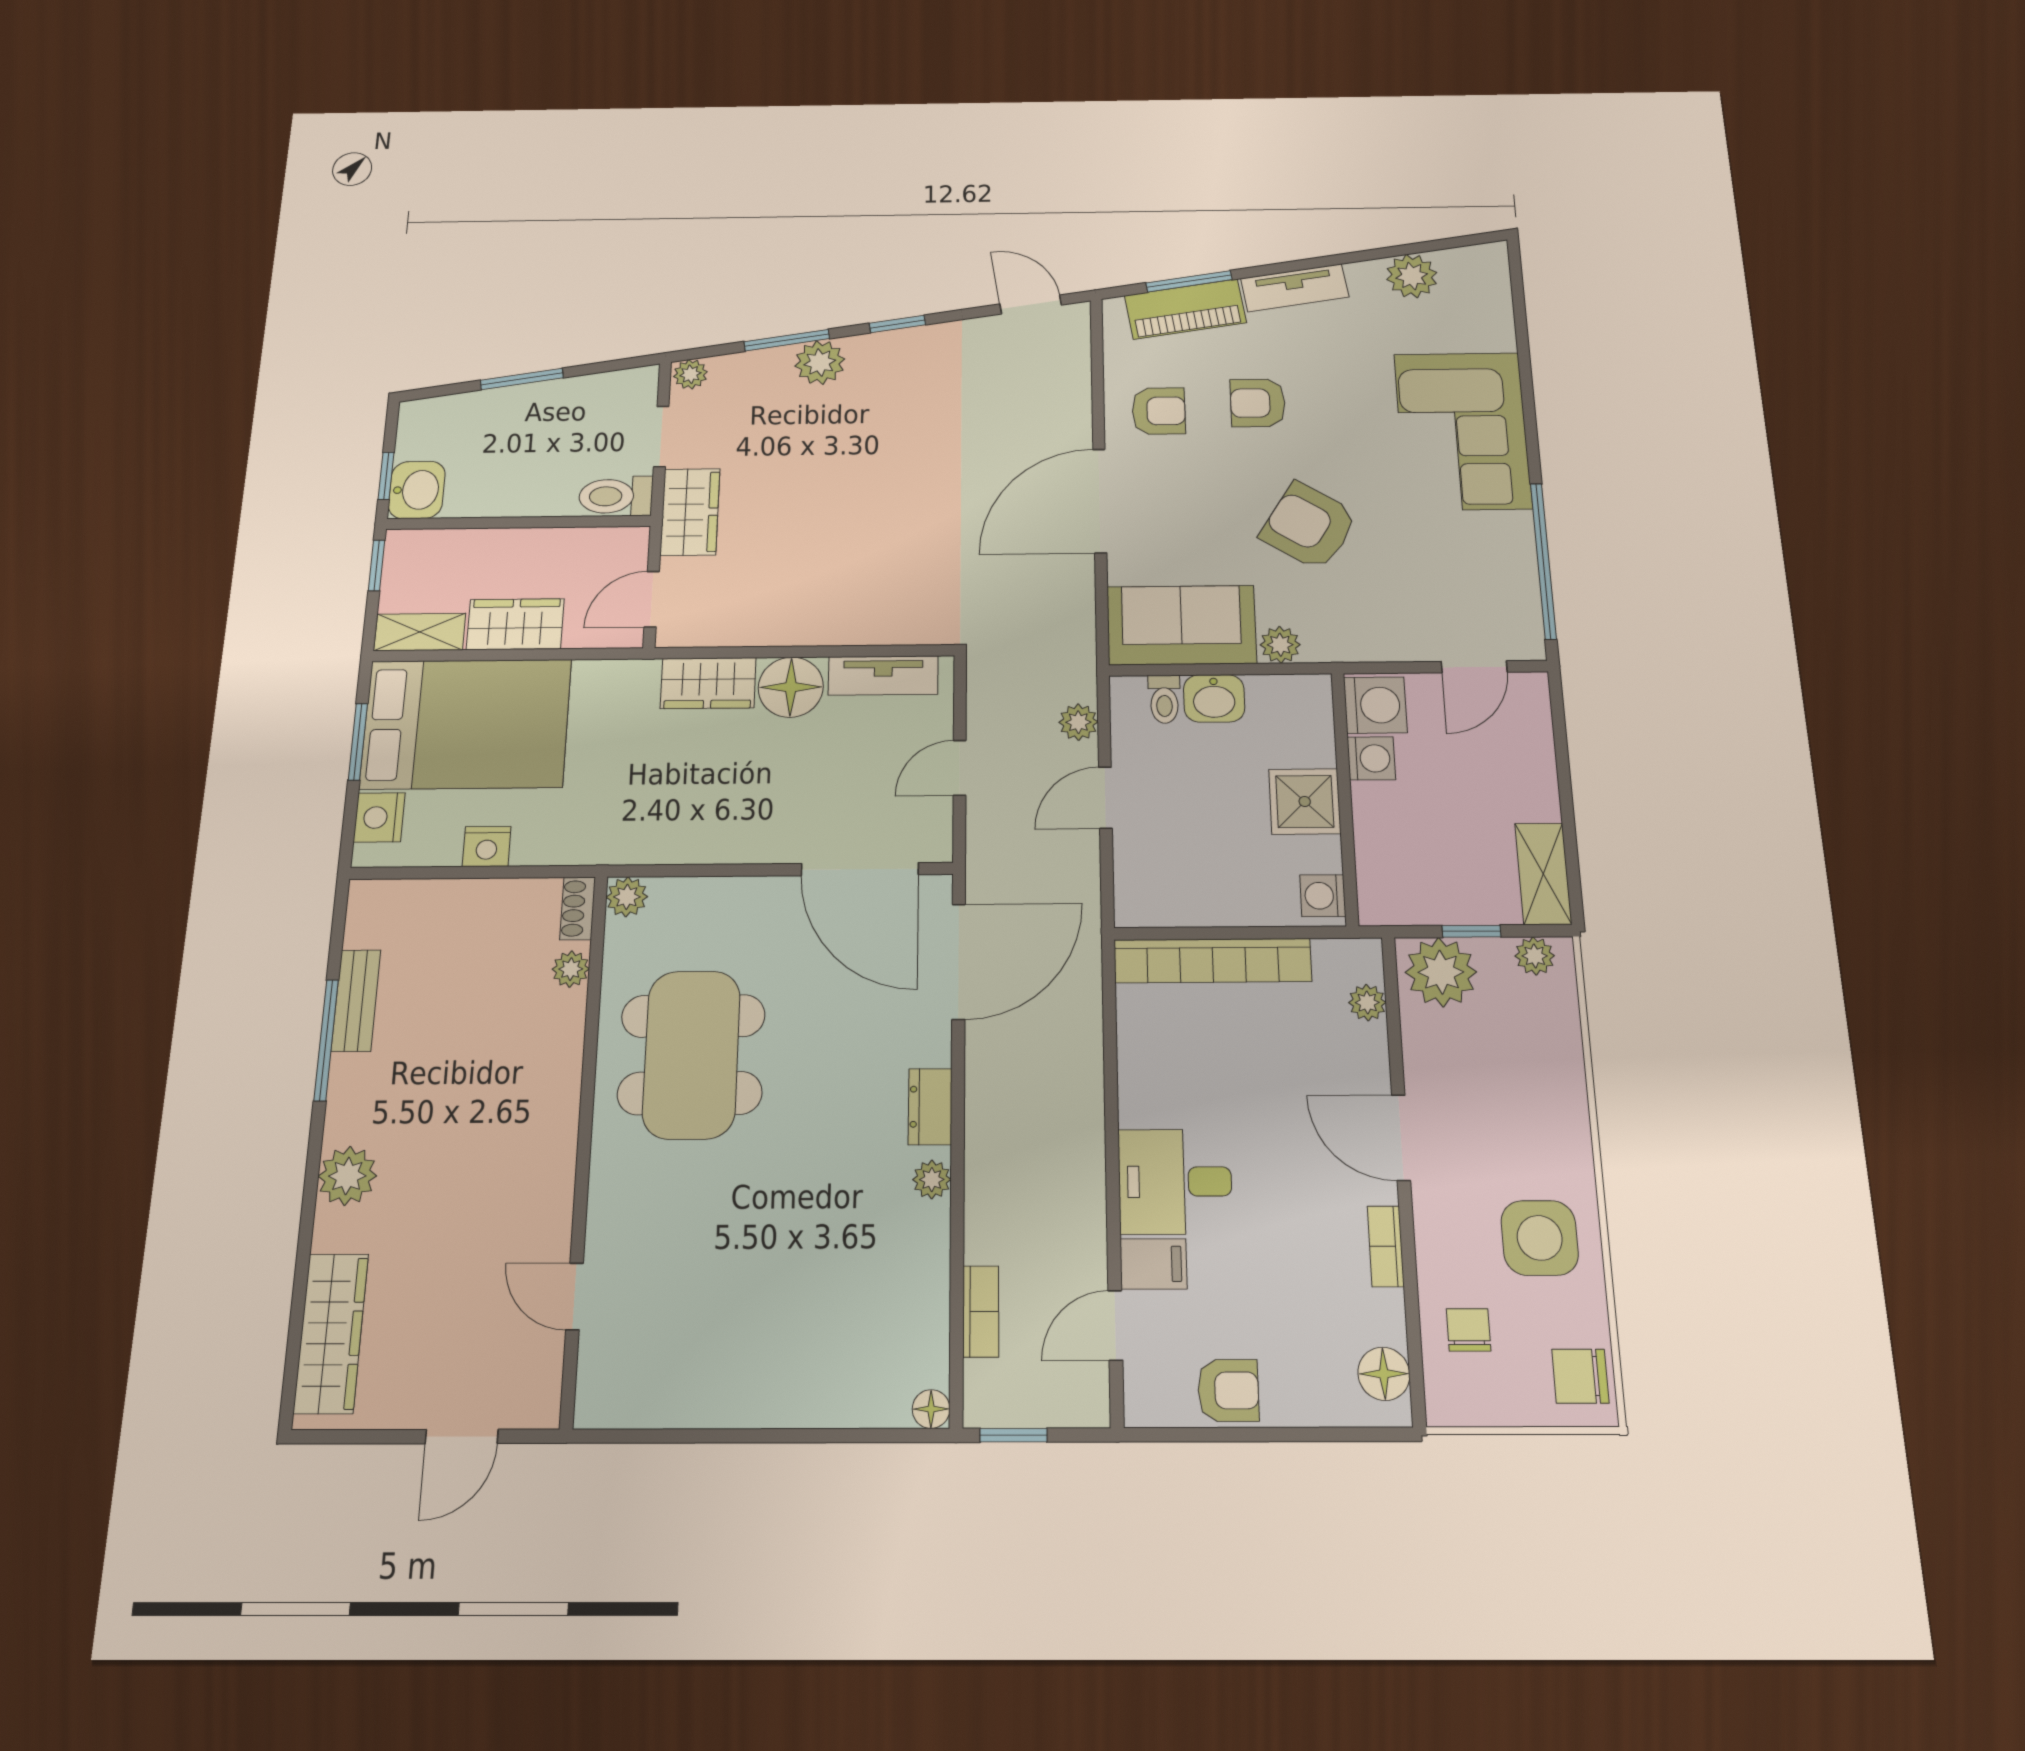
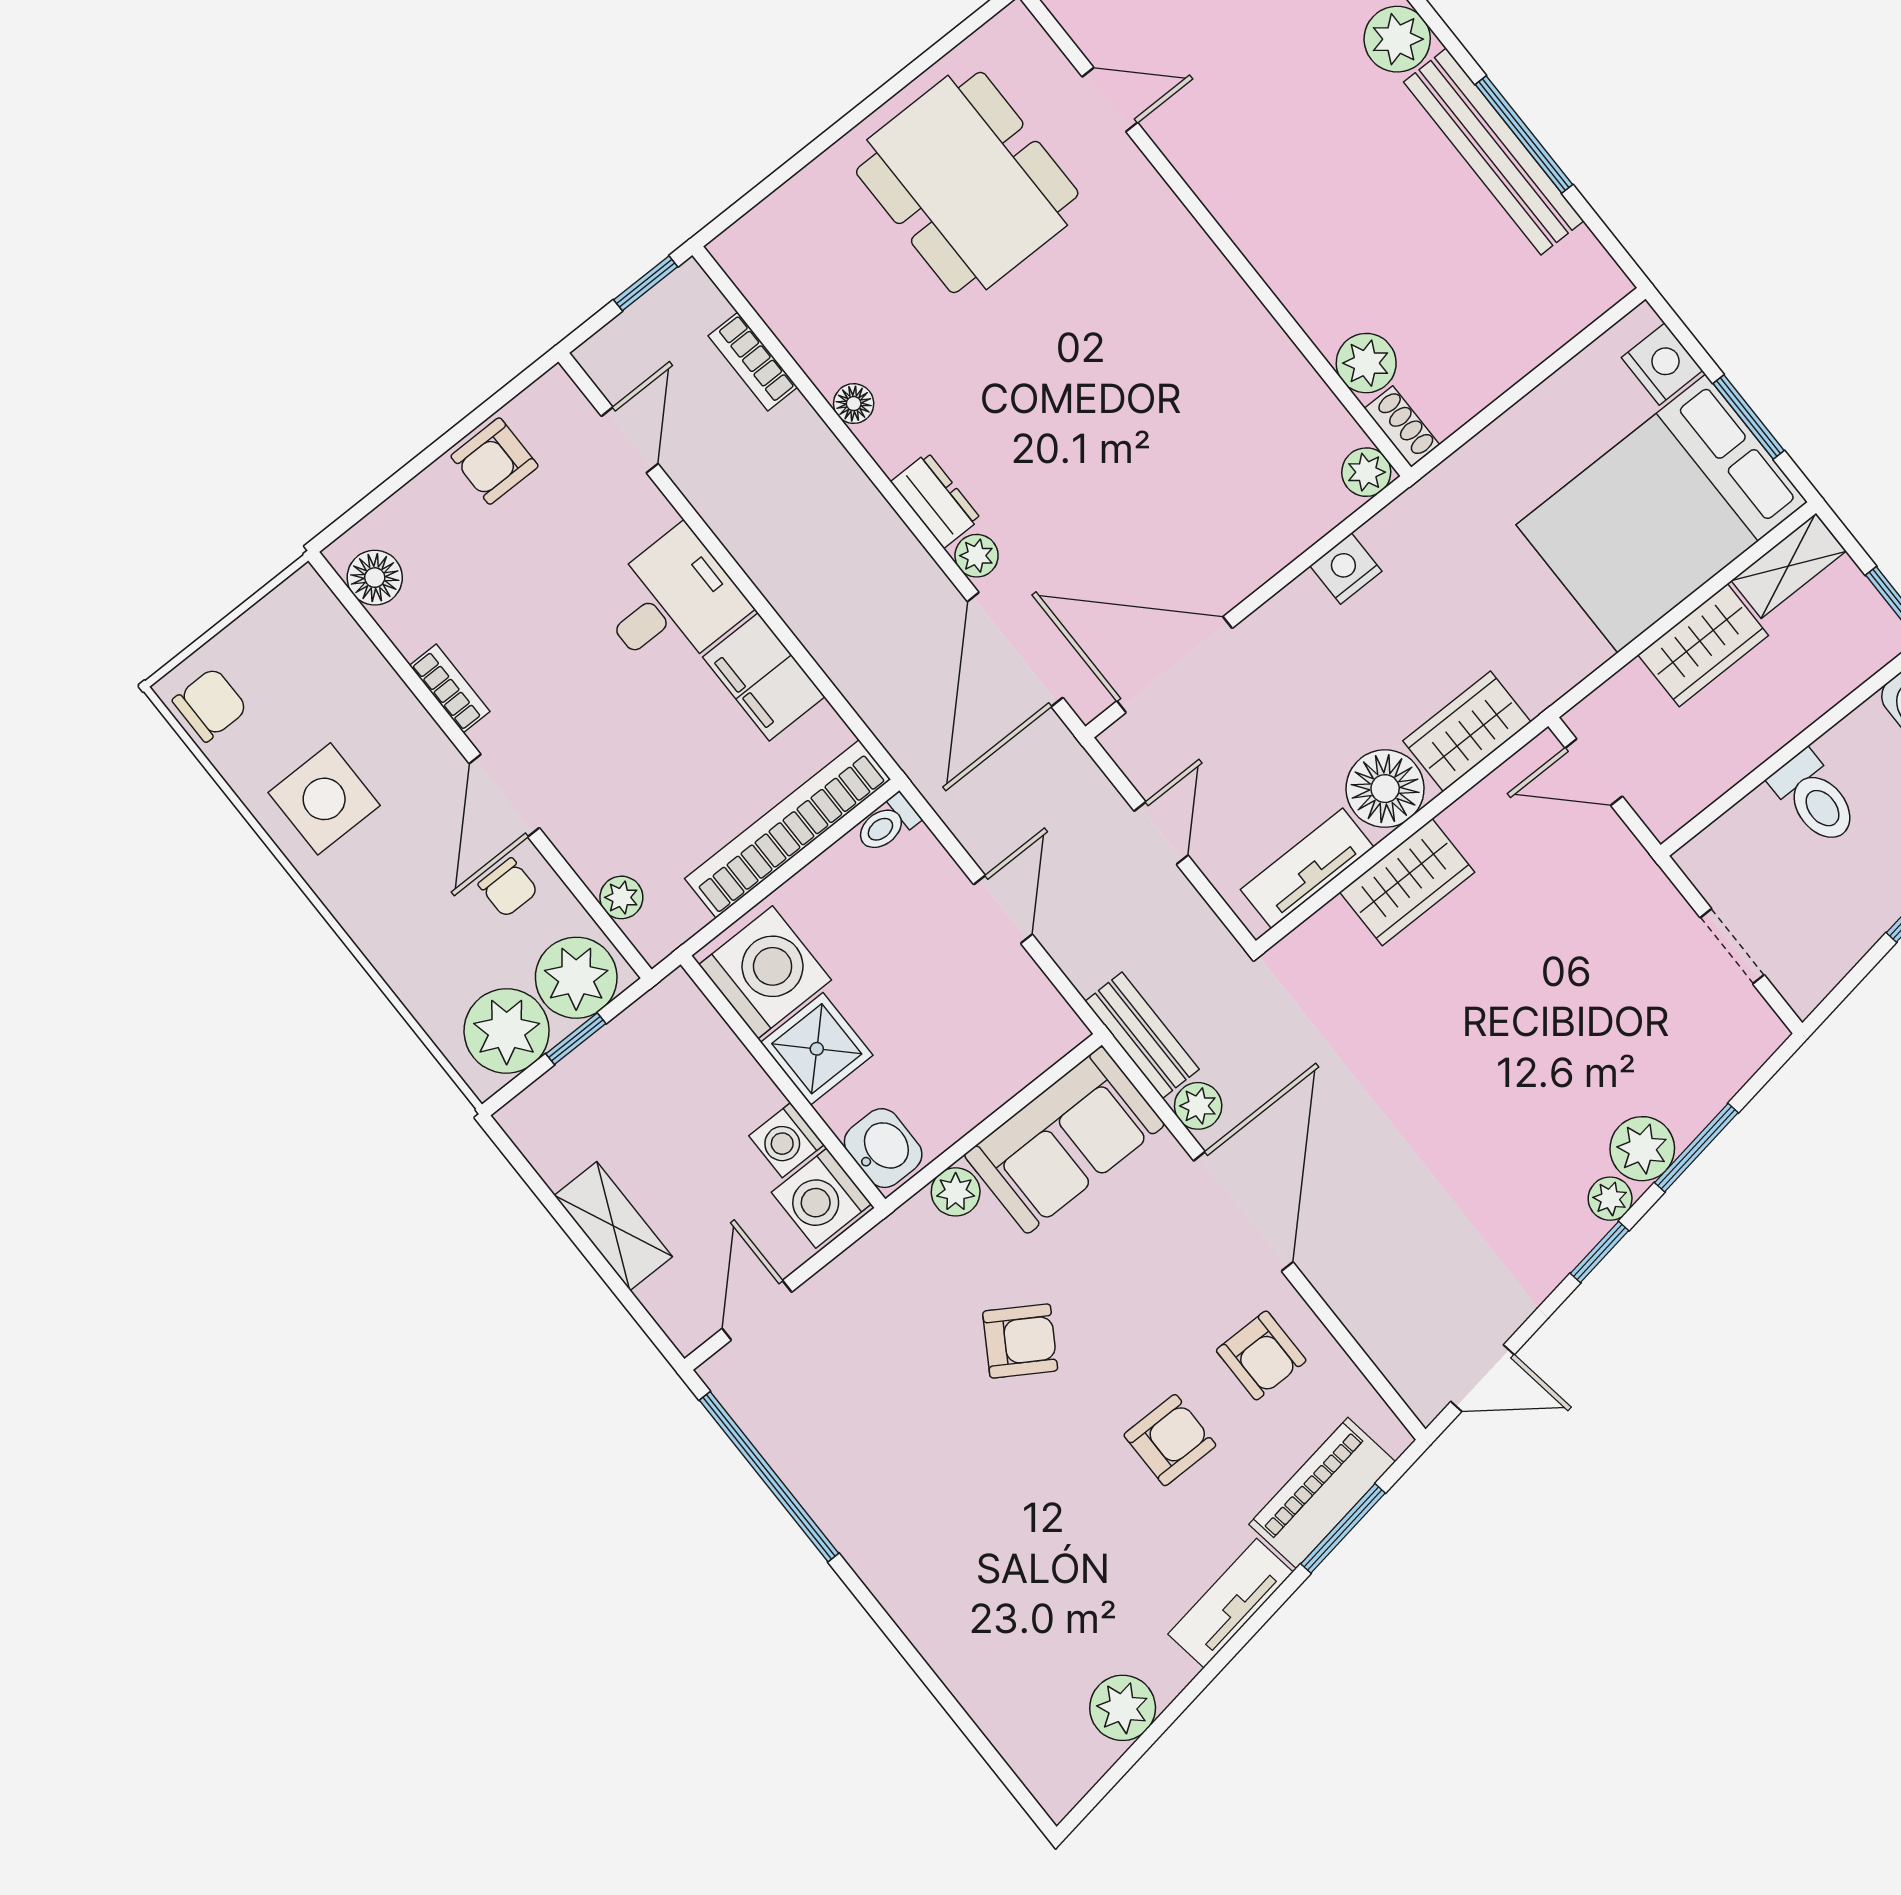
plant: (690, 374) -> (1610, 1199), moved
armchair: (1159, 411) -> (1261, 1355), turned -90
corner sofa: (1462, 431) -> (946, 1564), removed
toilet: (616, 496) -> (1815, 798), moved, turned 90
wardrobe: (690, 512) -> (1407, 882), moved, turned -90
armchair: (1309, 526) -> (1020, 1341), width x0.72, depth x0.72
door: (652, 599) -> (1594, 772), swing flipped
bench: (1077, 652) -> (1142, 1035), added
washbasin: (1214, 698) -> (883, 1148), moved, turned 90
toilet: (1164, 699) -> (887, 824), moved, turned -90
plant: (1078, 722) -> (1198, 1106), moved
nightstand: (487, 846) -> (1346, 568), moved
shelving: (1543, 874) -> (613, 1226), moved
washing machine: (1323, 896) -> (765, 972), width x1.89, depth x1.89
plant: (1535, 956) -> (507, 1031), width x1.87, depth x1.87
plant: (571, 969) -> (1366, 363), width x1.38, depth x1.38
bench: (356, 1000) -> (1494, 152), width x1.86, depth x1.21
dining table: (691, 1054) -> (967, 182), moved
door: (1401, 1138) -> (504, 796), swing flipped
plant: (932, 1180) -> (977, 556), moved
filing cabinet: (1153, 1264) -> (764, 677), moved, width x2.00
chair: (1469, 1330) -> (508, 888), moved
floor lamp: (931, 1409) -> (854, 404), moved

